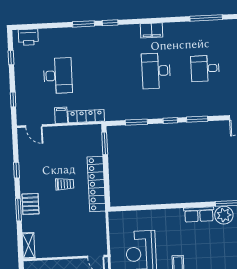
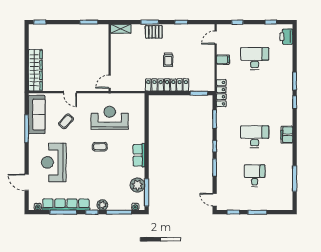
desk: (58, 76) -> (255, 59), turned 180
locker: (86, 116) -> (221, 93), moved
row of seats: (199, 214) -> (139, 155), moved

